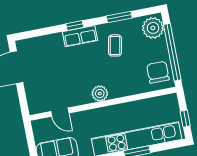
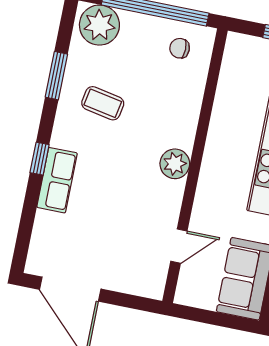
row of seats: (80, 36) -> (57, 180), moved
chair: (158, 72) -> (180, 48), width x0.54, depth x0.54

